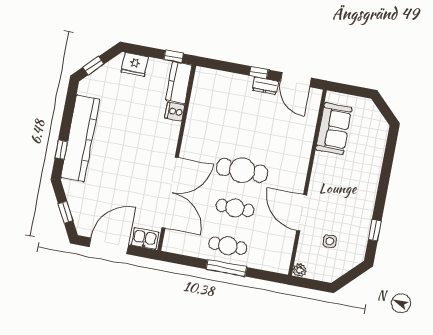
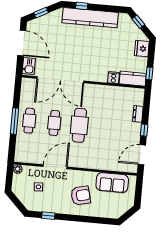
dresser: (265, 86) -> (138, 114), moved
armchair: (349, 178) -> (81, 196), added

